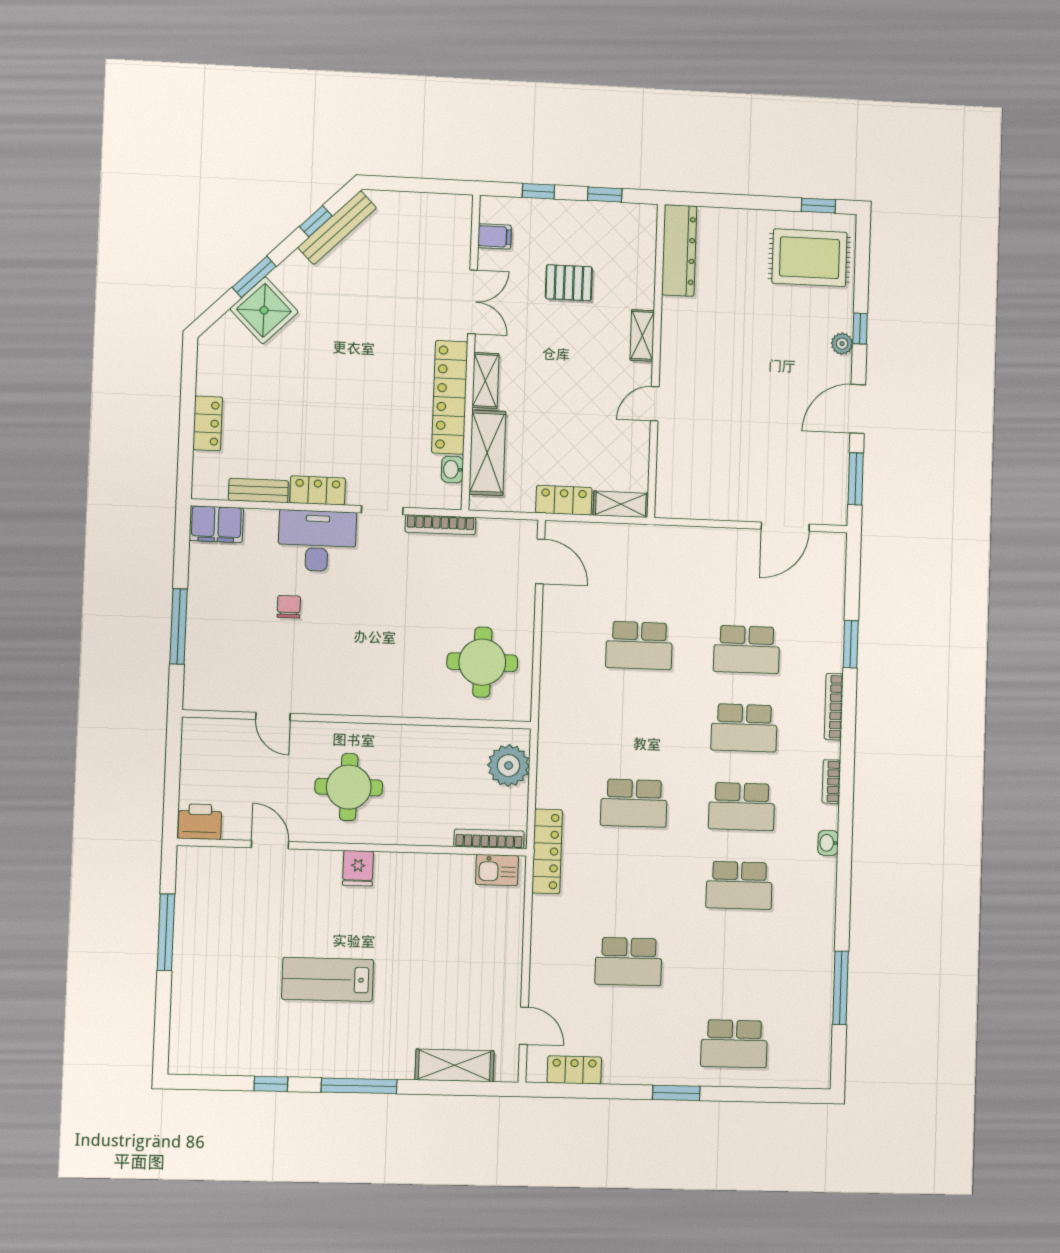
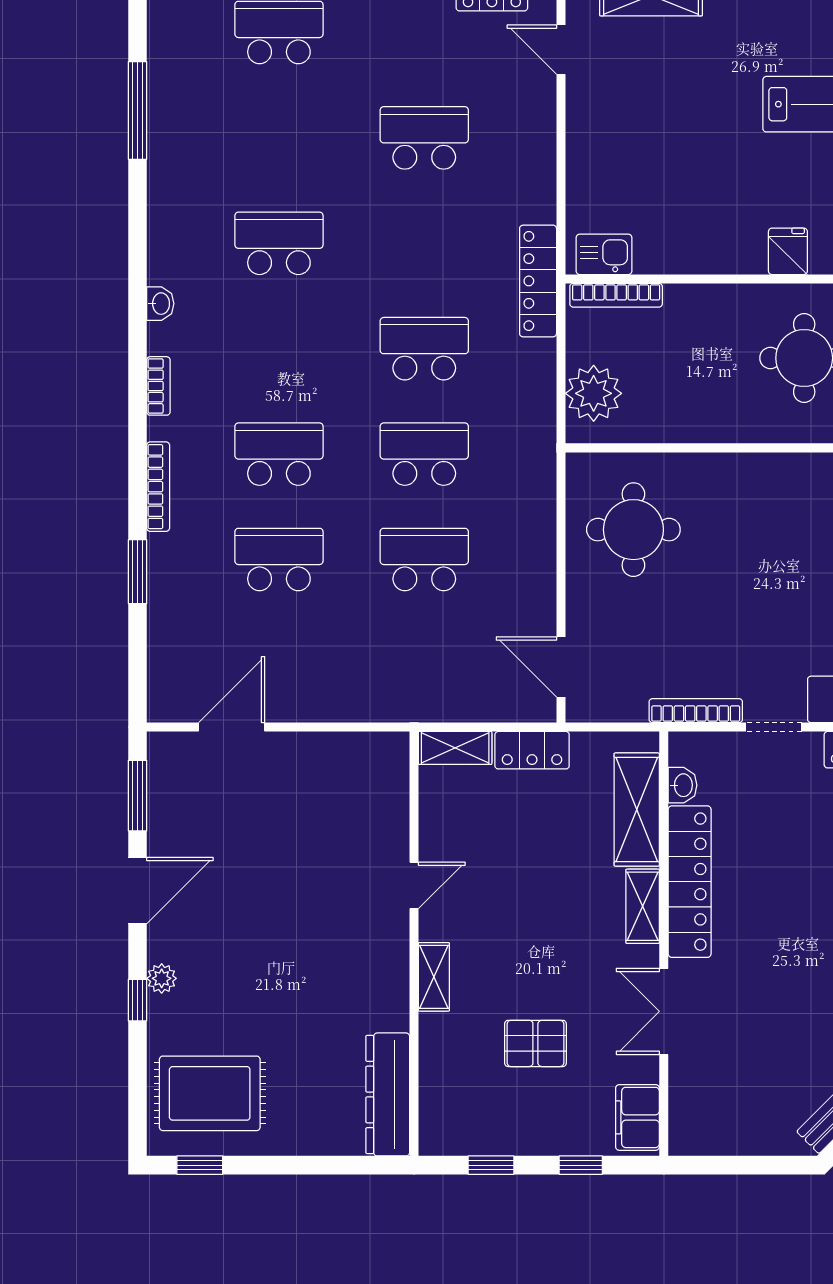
filing cabinet: (495, 236) -> (638, 1117), width x2.00
school desk: (742, 806) -> (424, 454), moved

